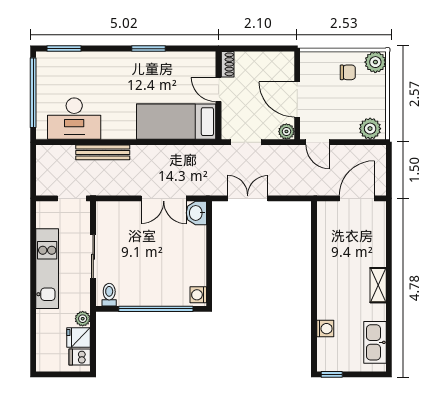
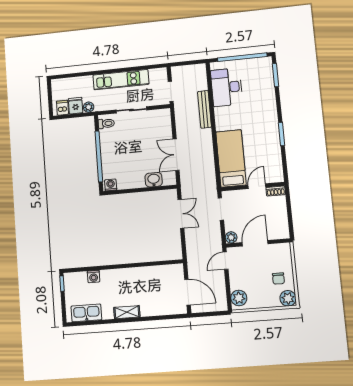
washbasin: (196, 213) -> (154, 180), moved

